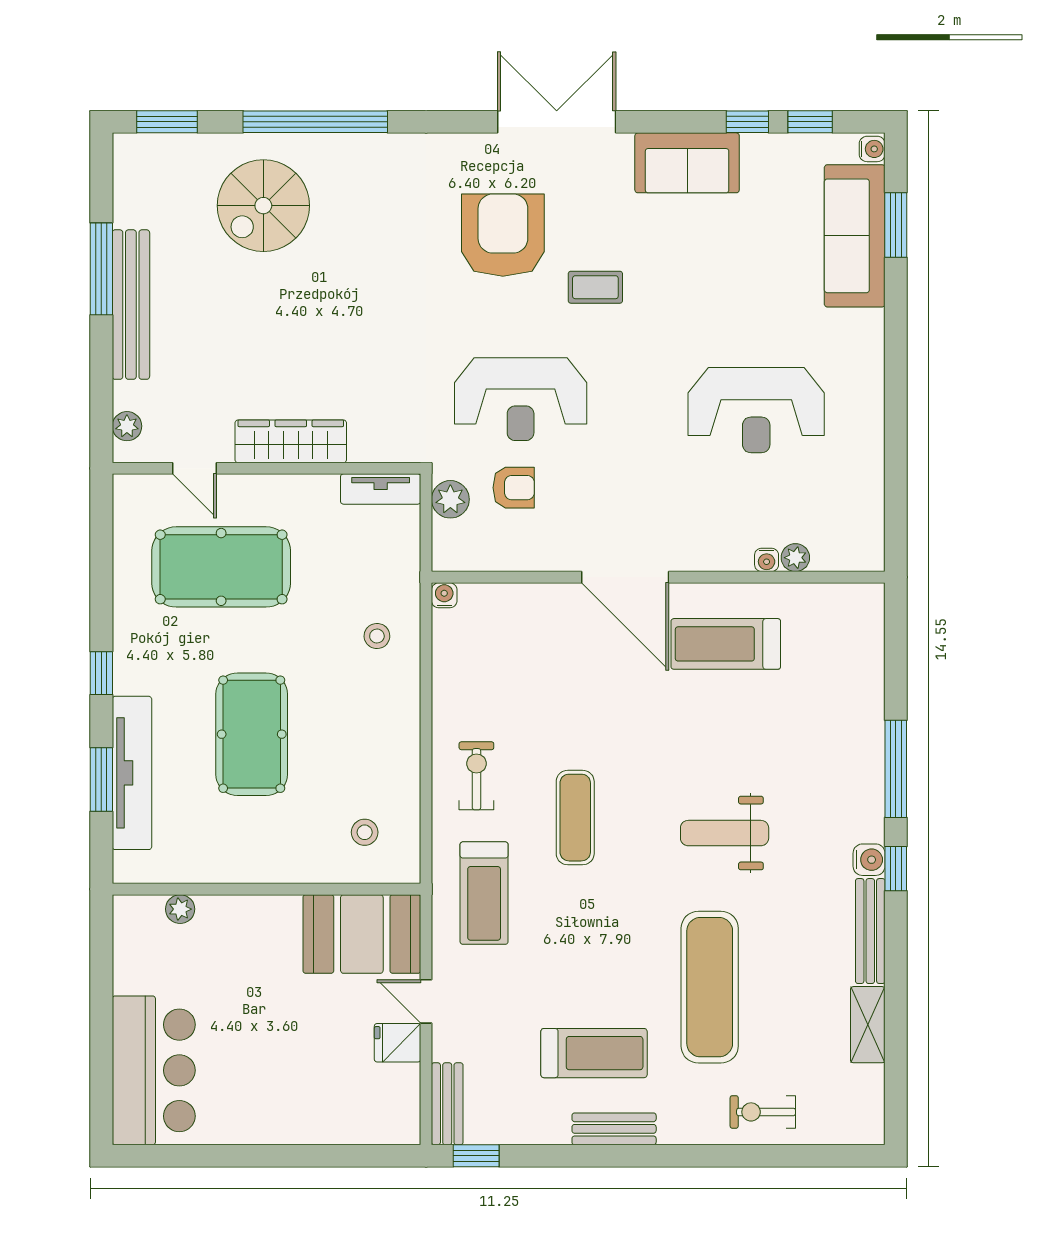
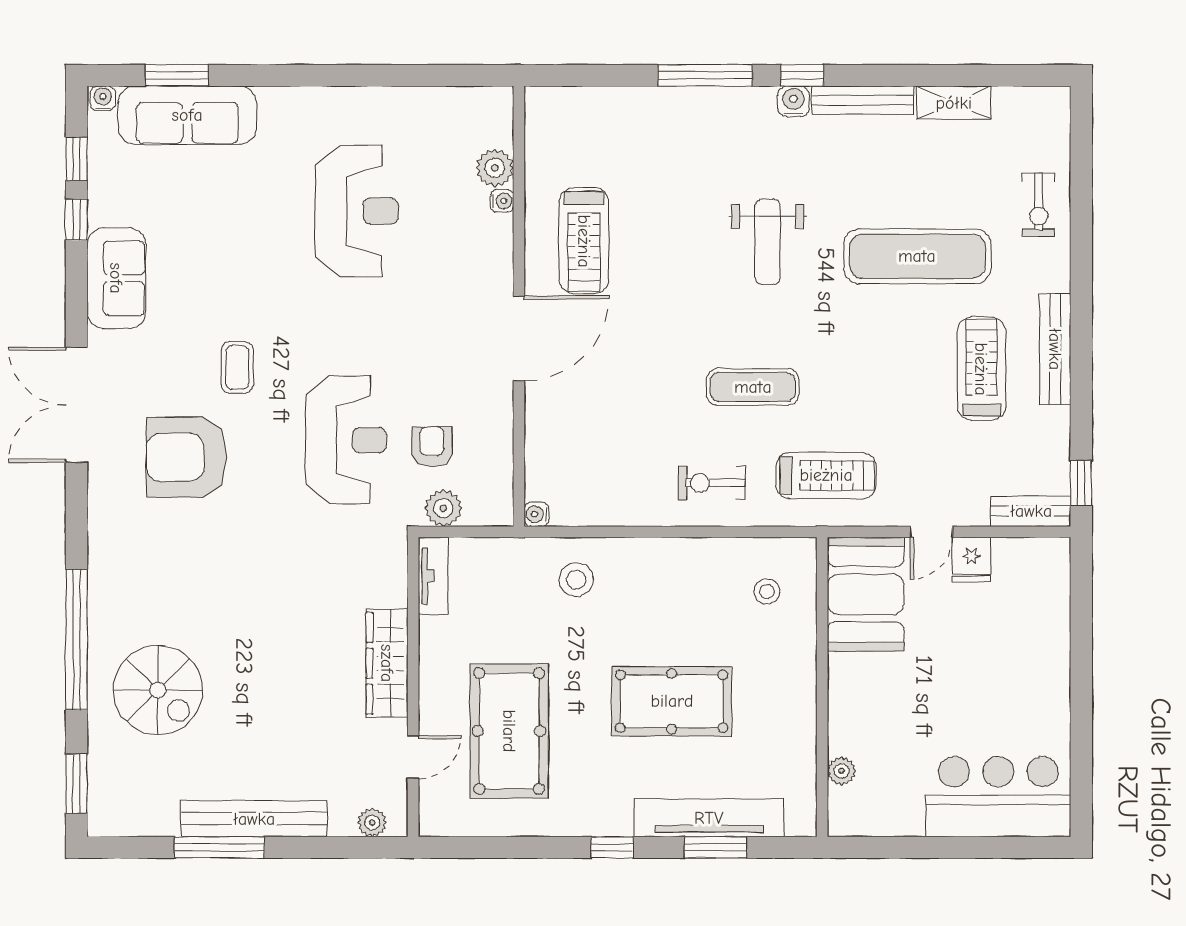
plant: (795, 558) -> (495, 168), width x1.38, depth x1.38
stool: (377, 636) -> (576, 580), width x1.37, depth x1.37
bench: (614, 1129) -> (1055, 349), width x1.36

